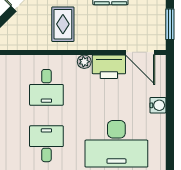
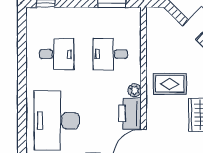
rug: (63, 24) -> (170, 84), moved

